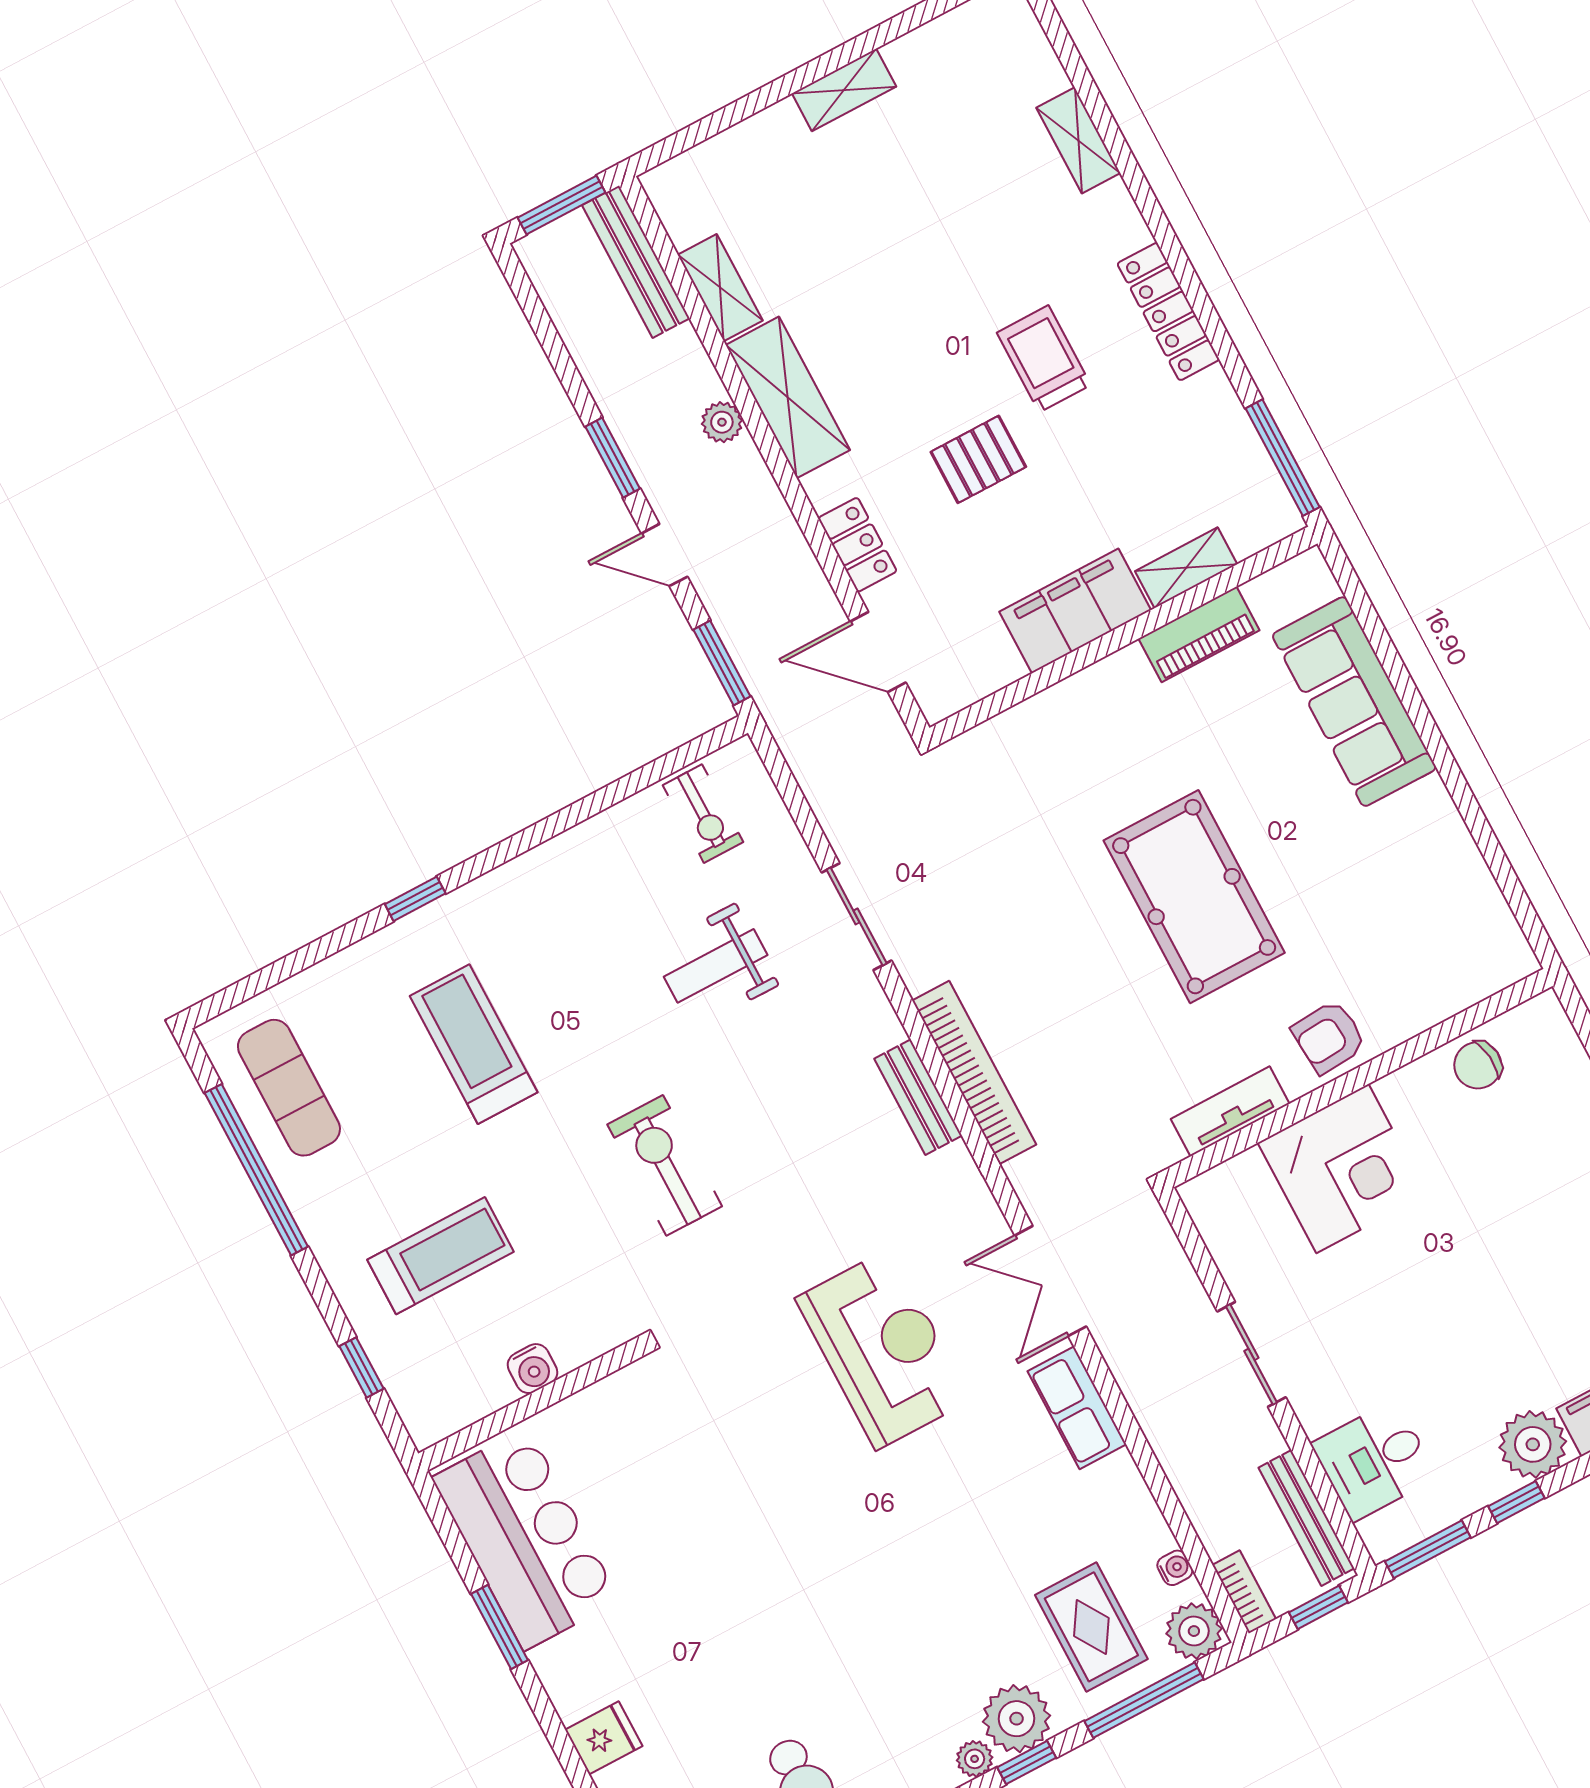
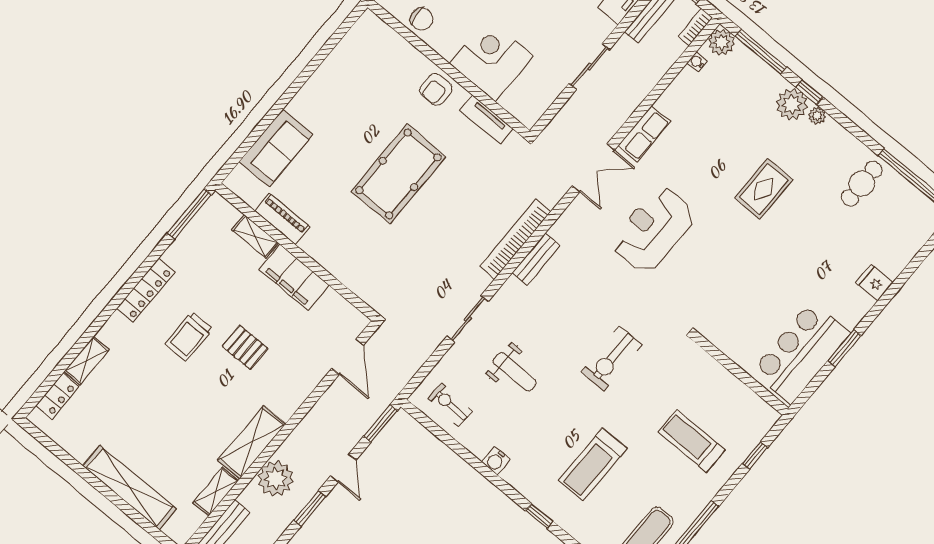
shelving: (844, 90) -> (130, 487), width x2.20, depth x1.33
plant: (722, 422) -> (276, 479), width x1.88, depth x1.88
locker: (857, 545) -> (57, 396), moved, turned 180
sofa: (1354, 702) -> (276, 148), width x0.73
exercise bike: (703, 814) -> (450, 405), turned -87
armchair: (1329, 1037) -> (436, 89), turned 94
water cooler: (532, 1369) -> (496, 461), moved, turned 180
rug: (1091, 1627) -> (764, 189), moved

